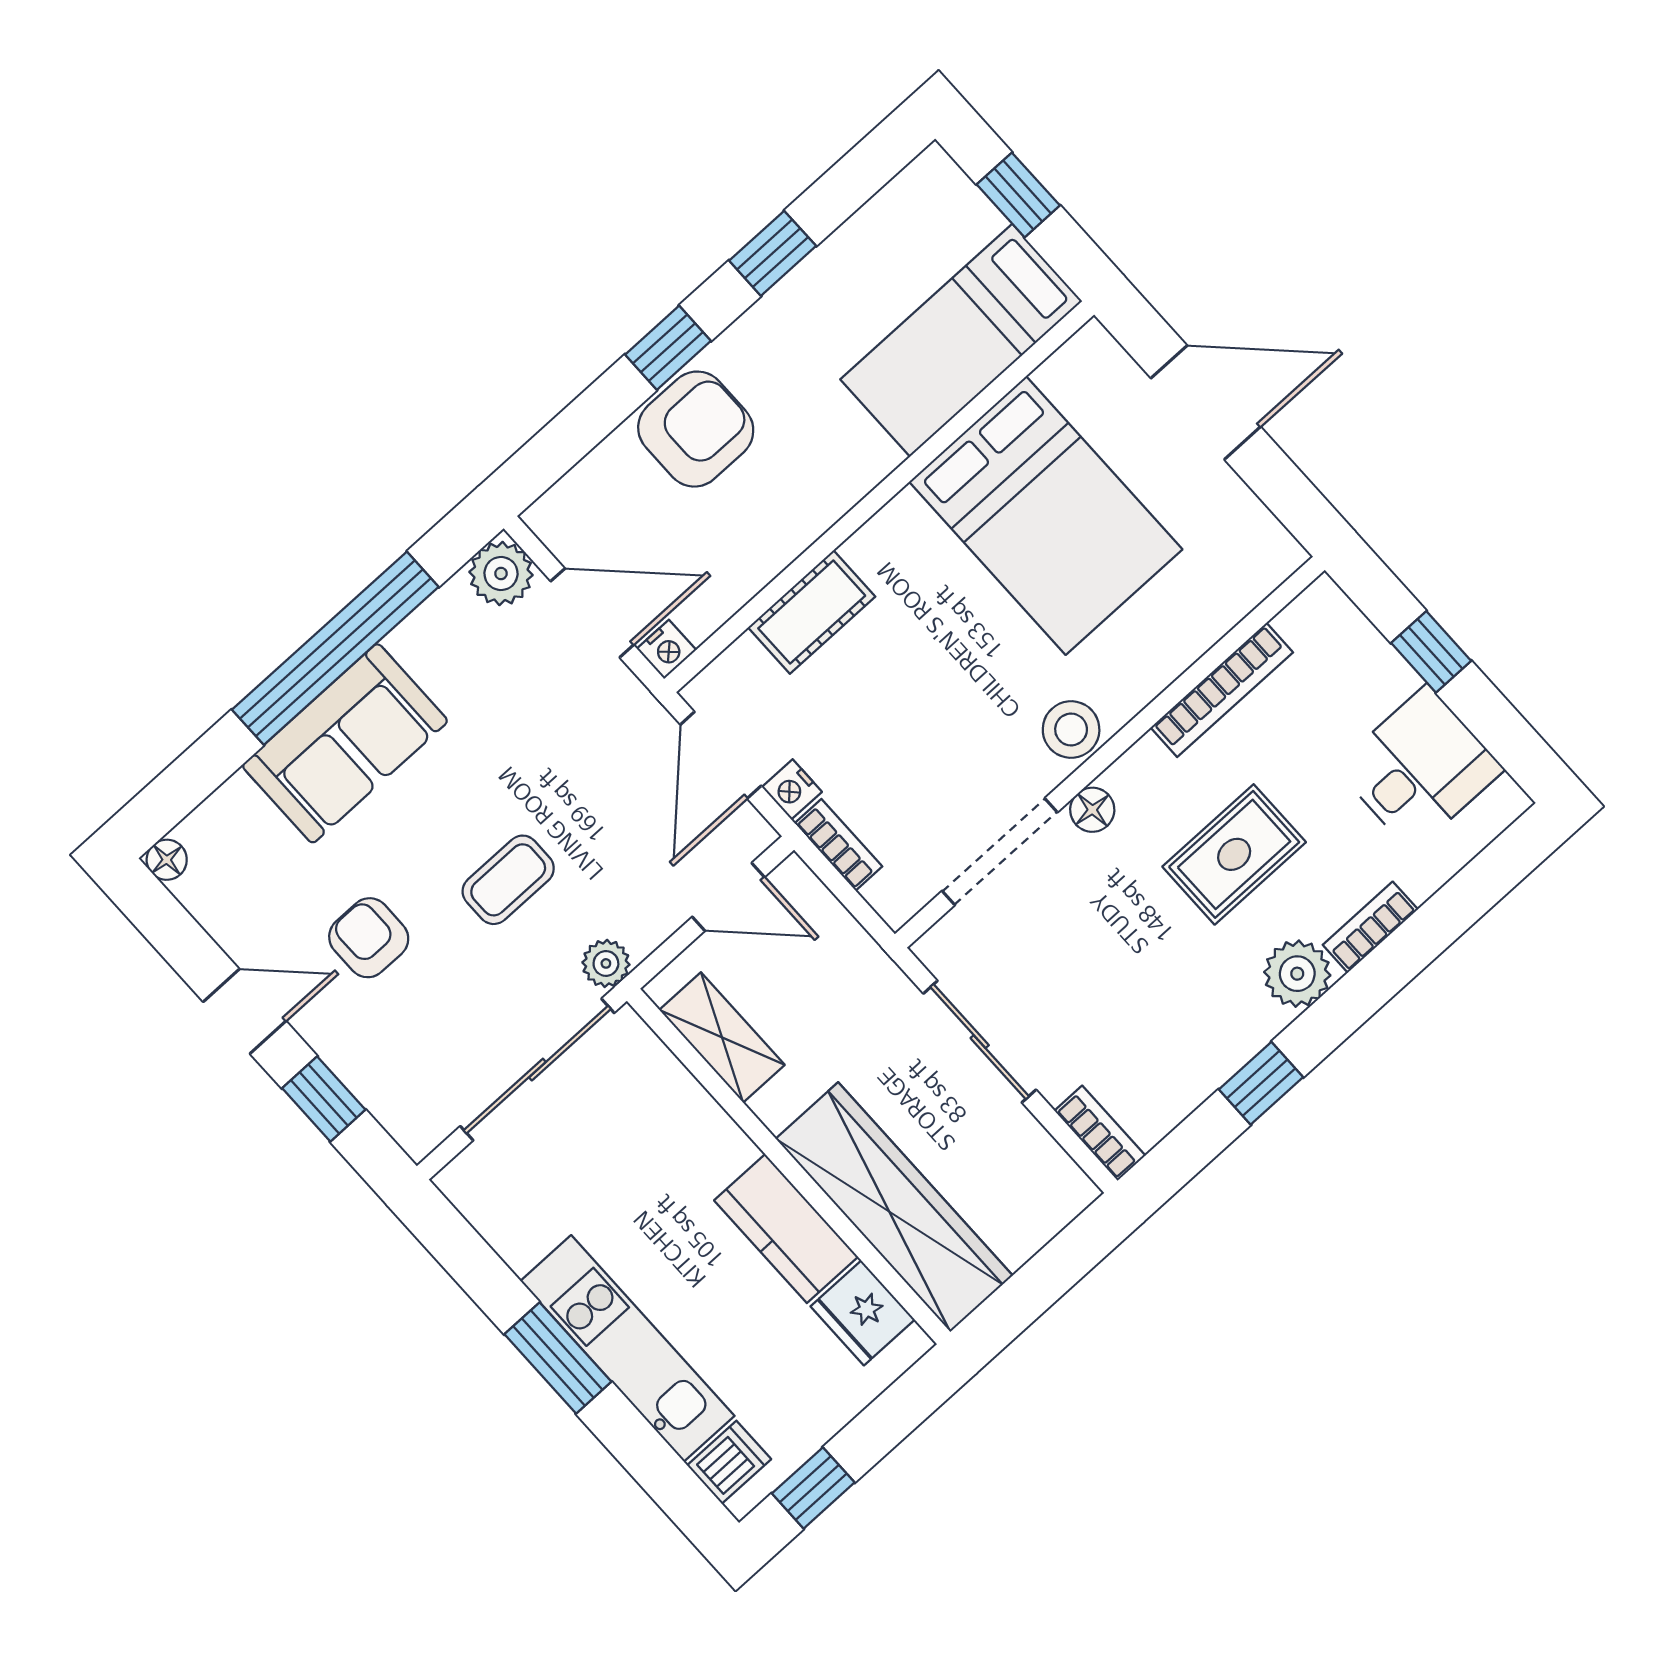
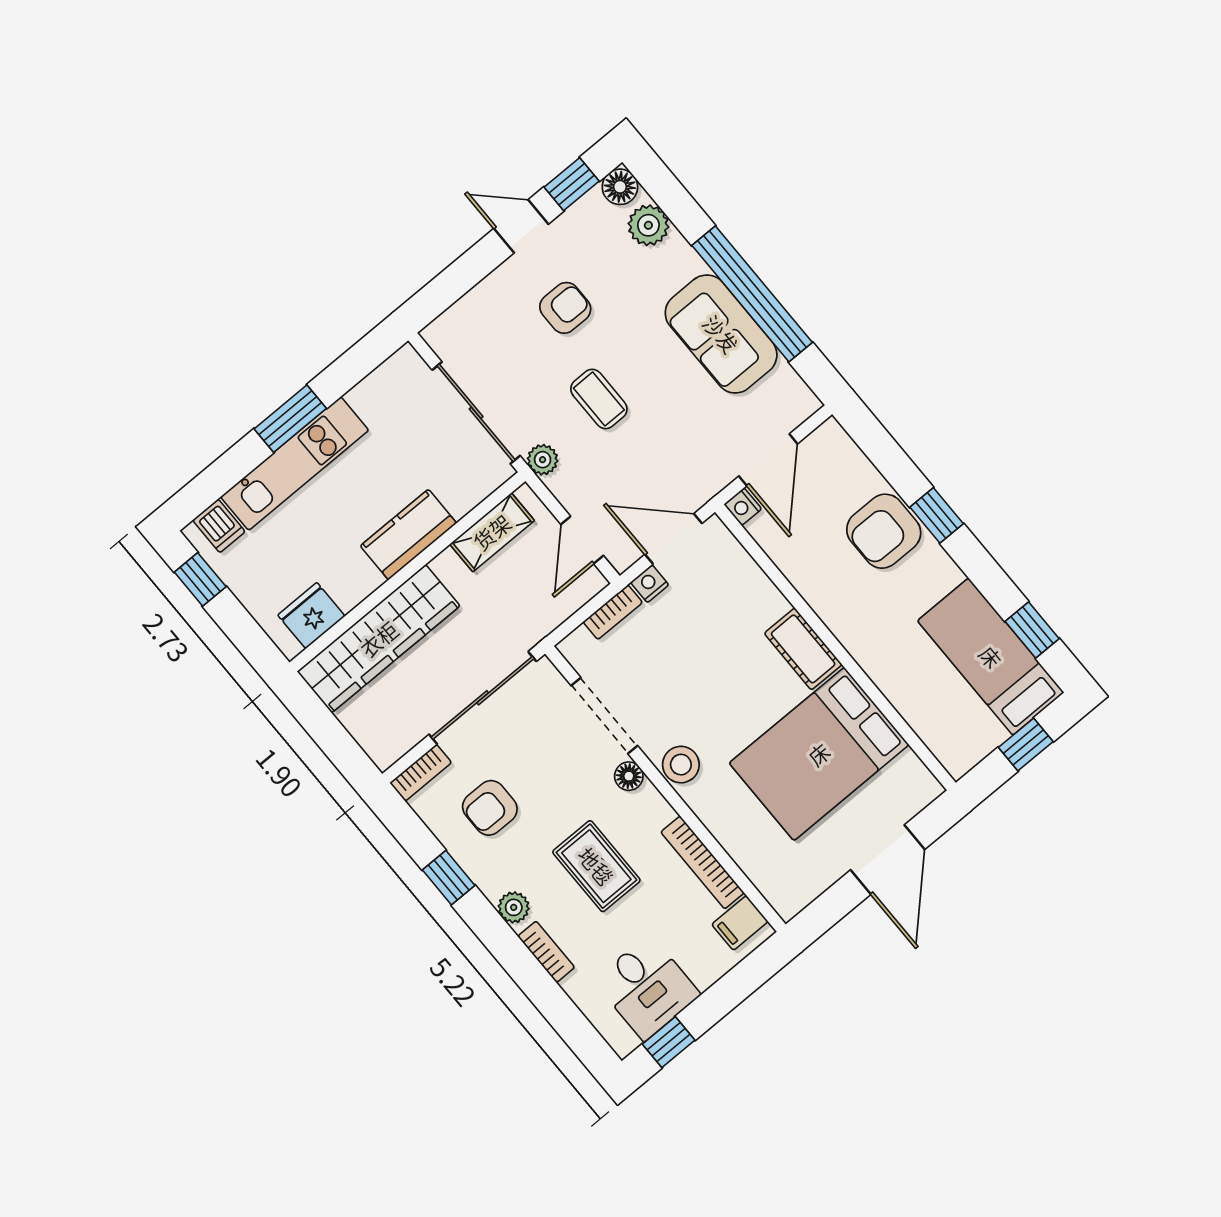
window: (773, 253) -> (1032, 630), moved
bed: (961, 340) -> (991, 657), moved
armchair: (696, 429) -> (884, 531), turned 90
plant: (501, 573) -> (648, 225), moved
cot: (812, 612) -> (803, 649), moved
filing cabinet: (1313, 628) -> (740, 923), added
window: (1431, 652) -> (669, 1042), moved
sofa: (345, 743) -> (721, 334), moved
floor lamp: (167, 860) -> (620, 187), width x1.37, depth x1.37
plant: (1297, 974) -> (514, 907), width x0.73, depth x0.73
door: (245, 1011) -> (521, 226), swing flipped
armchair: (1150, 1024) -> (490, 808), added
sliding door: (980, 1042) -> (483, 698), width x1.37
window: (324, 1099) -> (572, 184), moved
kitchen counter: (786, 1229) -> (408, 535), moved

